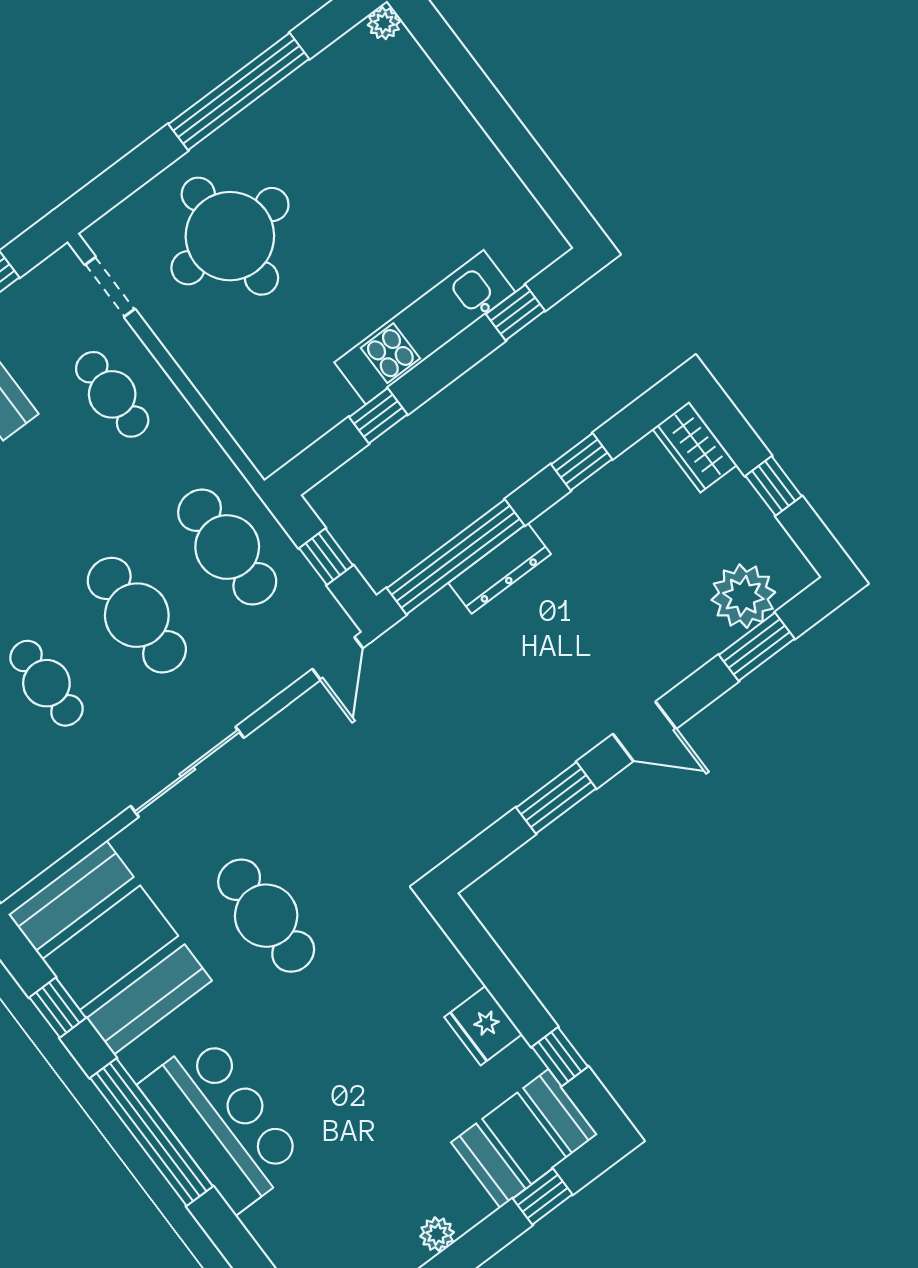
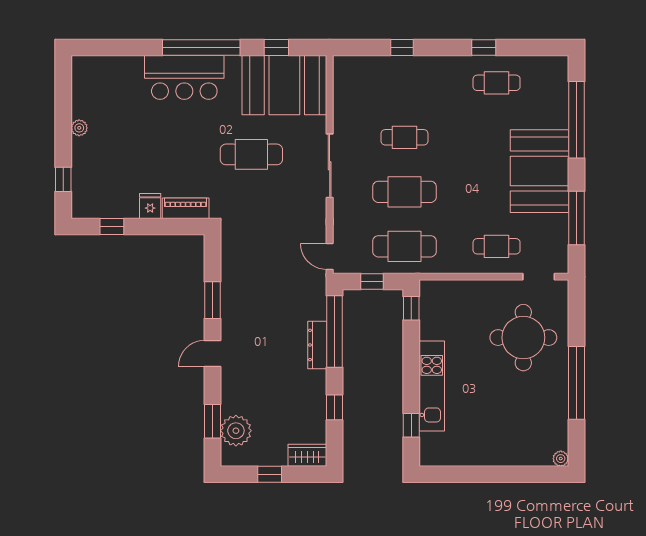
window: (378, 416) -> (411, 308), moved
piano: (438, 958) -> (186, 208), added
fridge: (483, 1026) -> (150, 206), width x0.72
booth: (524, 1138) -> (91, 189), removed

